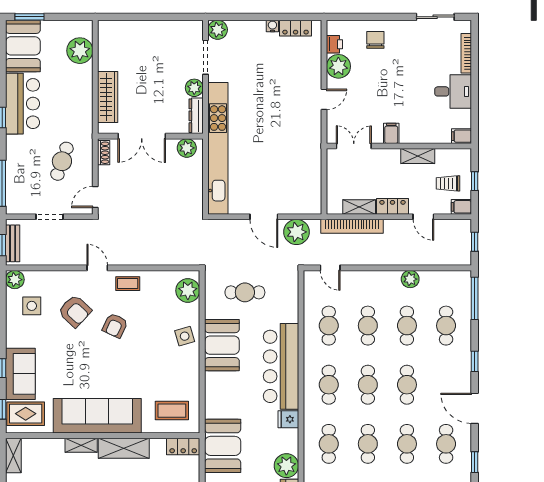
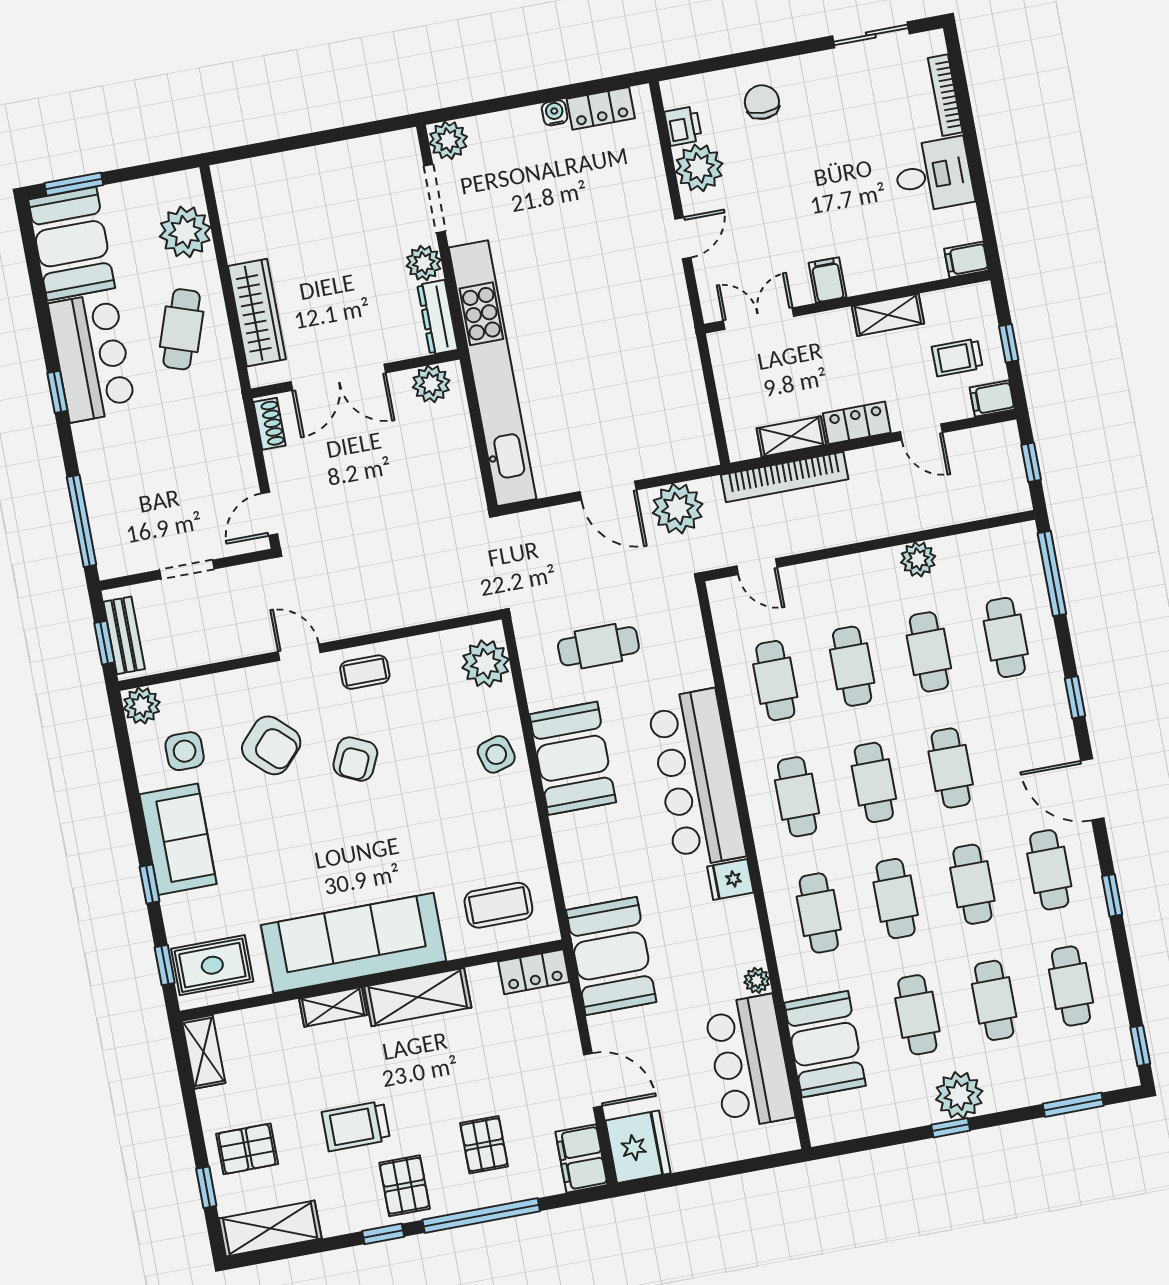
cafe table: (62, 161) -> (182, 329), moved
sofa: (20, 374) -> (178, 839), moved
plant: (286, 466) -> (757, 980), width x0.53, depth x0.53

